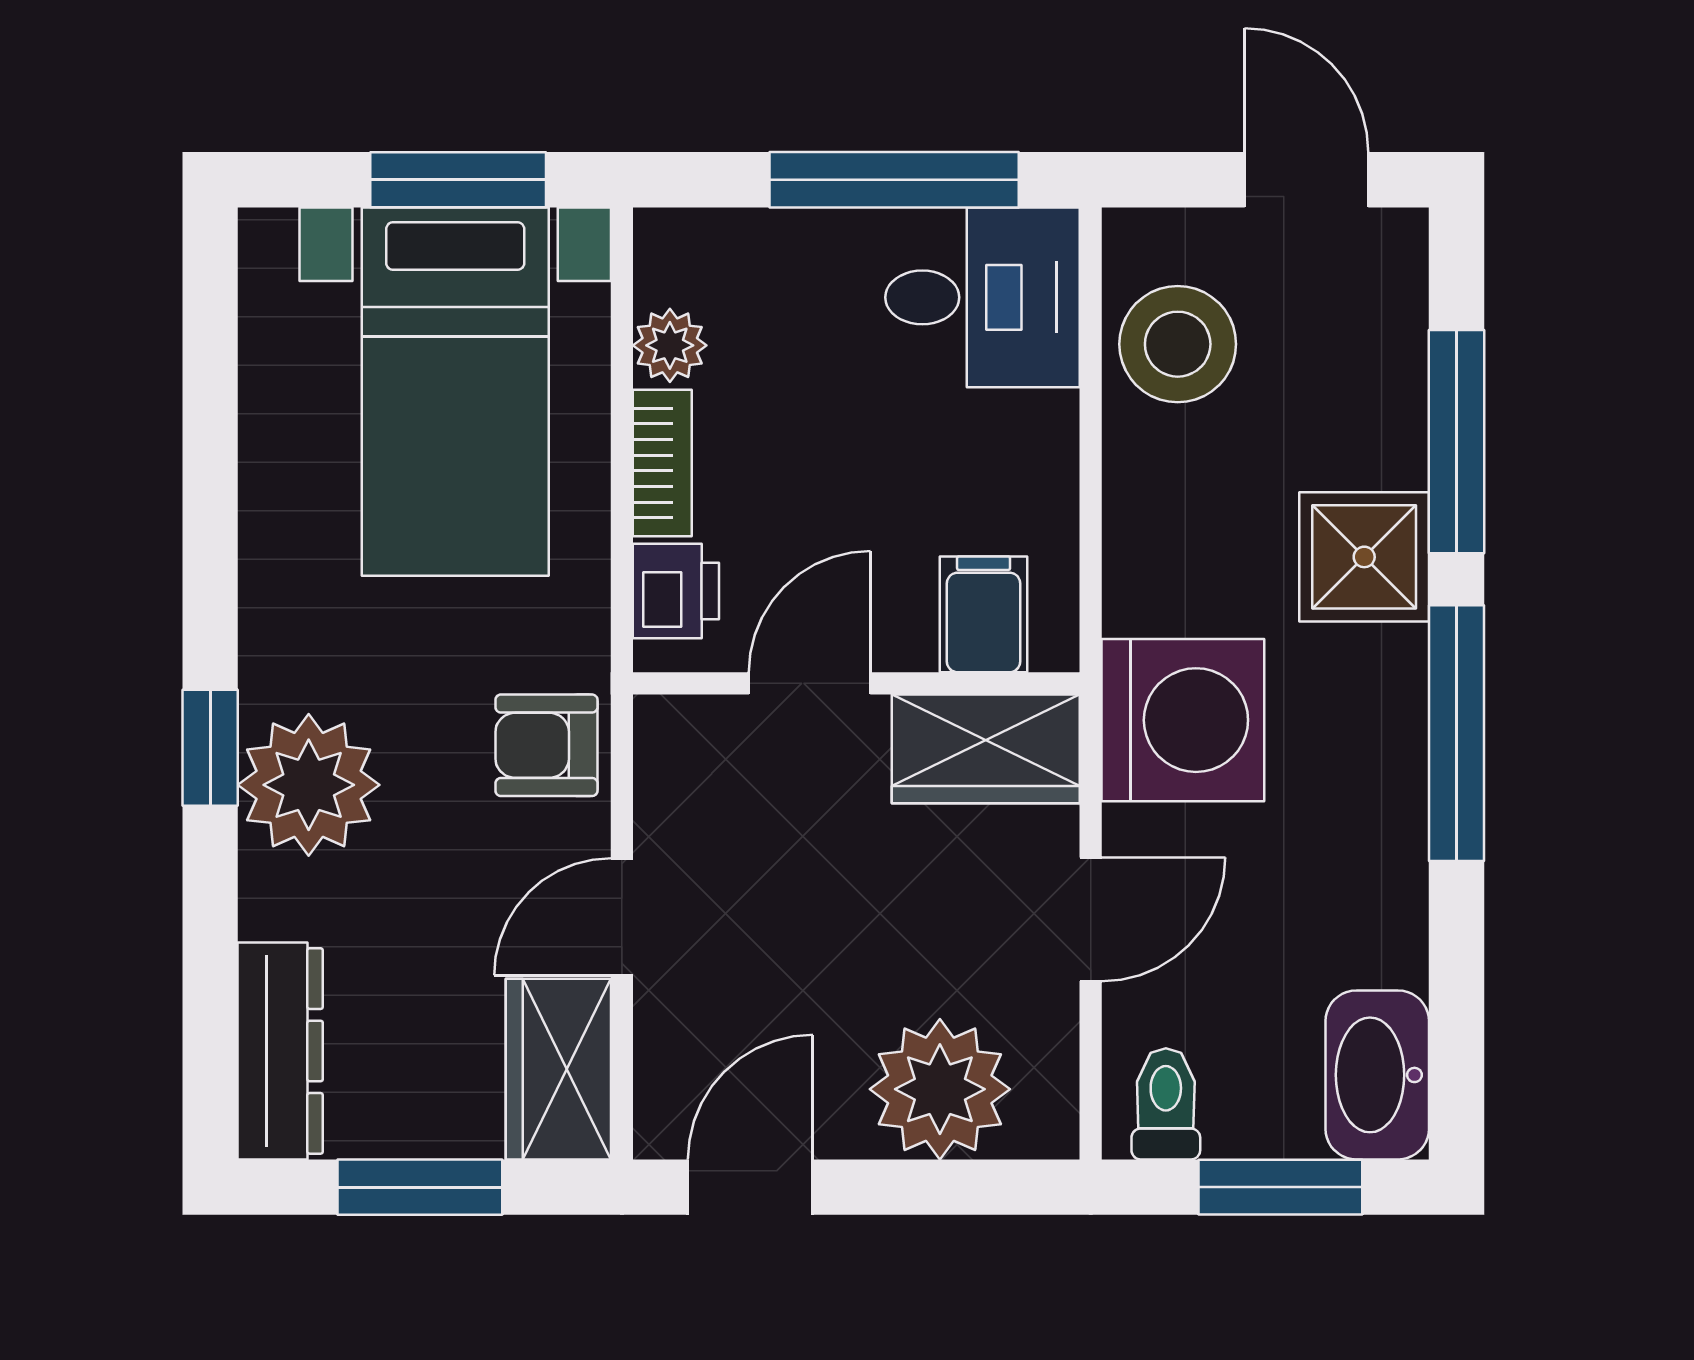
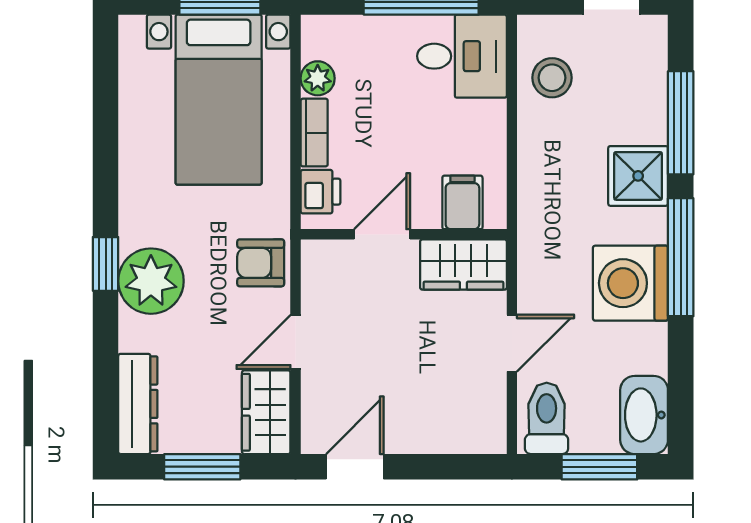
stool: (1178, 344) -> (552, 78), width x0.73, depth x0.73
washing machine: (1183, 720) -> (630, 283), moved, turned 180
plant: (940, 1089) -> (442, 422), removed
toilet: (1166, 1104) -> (547, 418), width x1.37, depth x1.39

